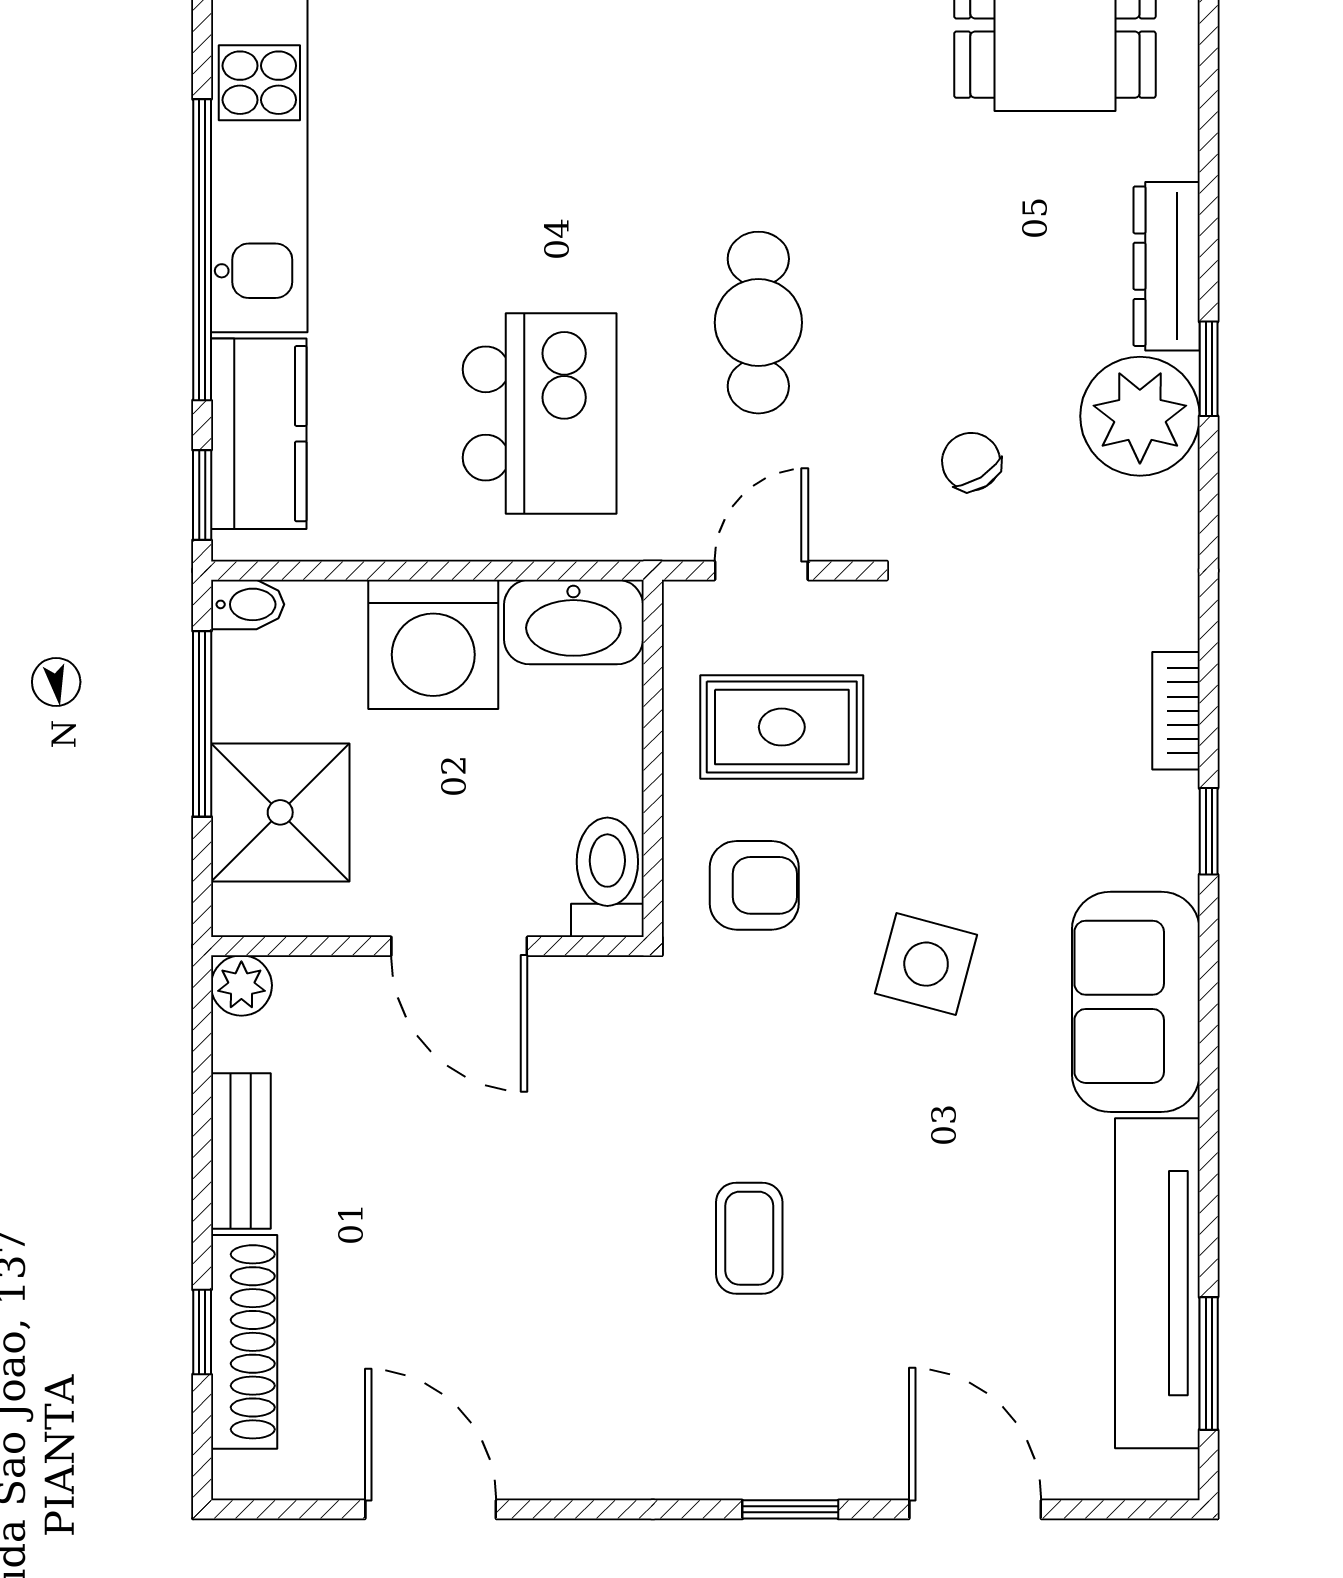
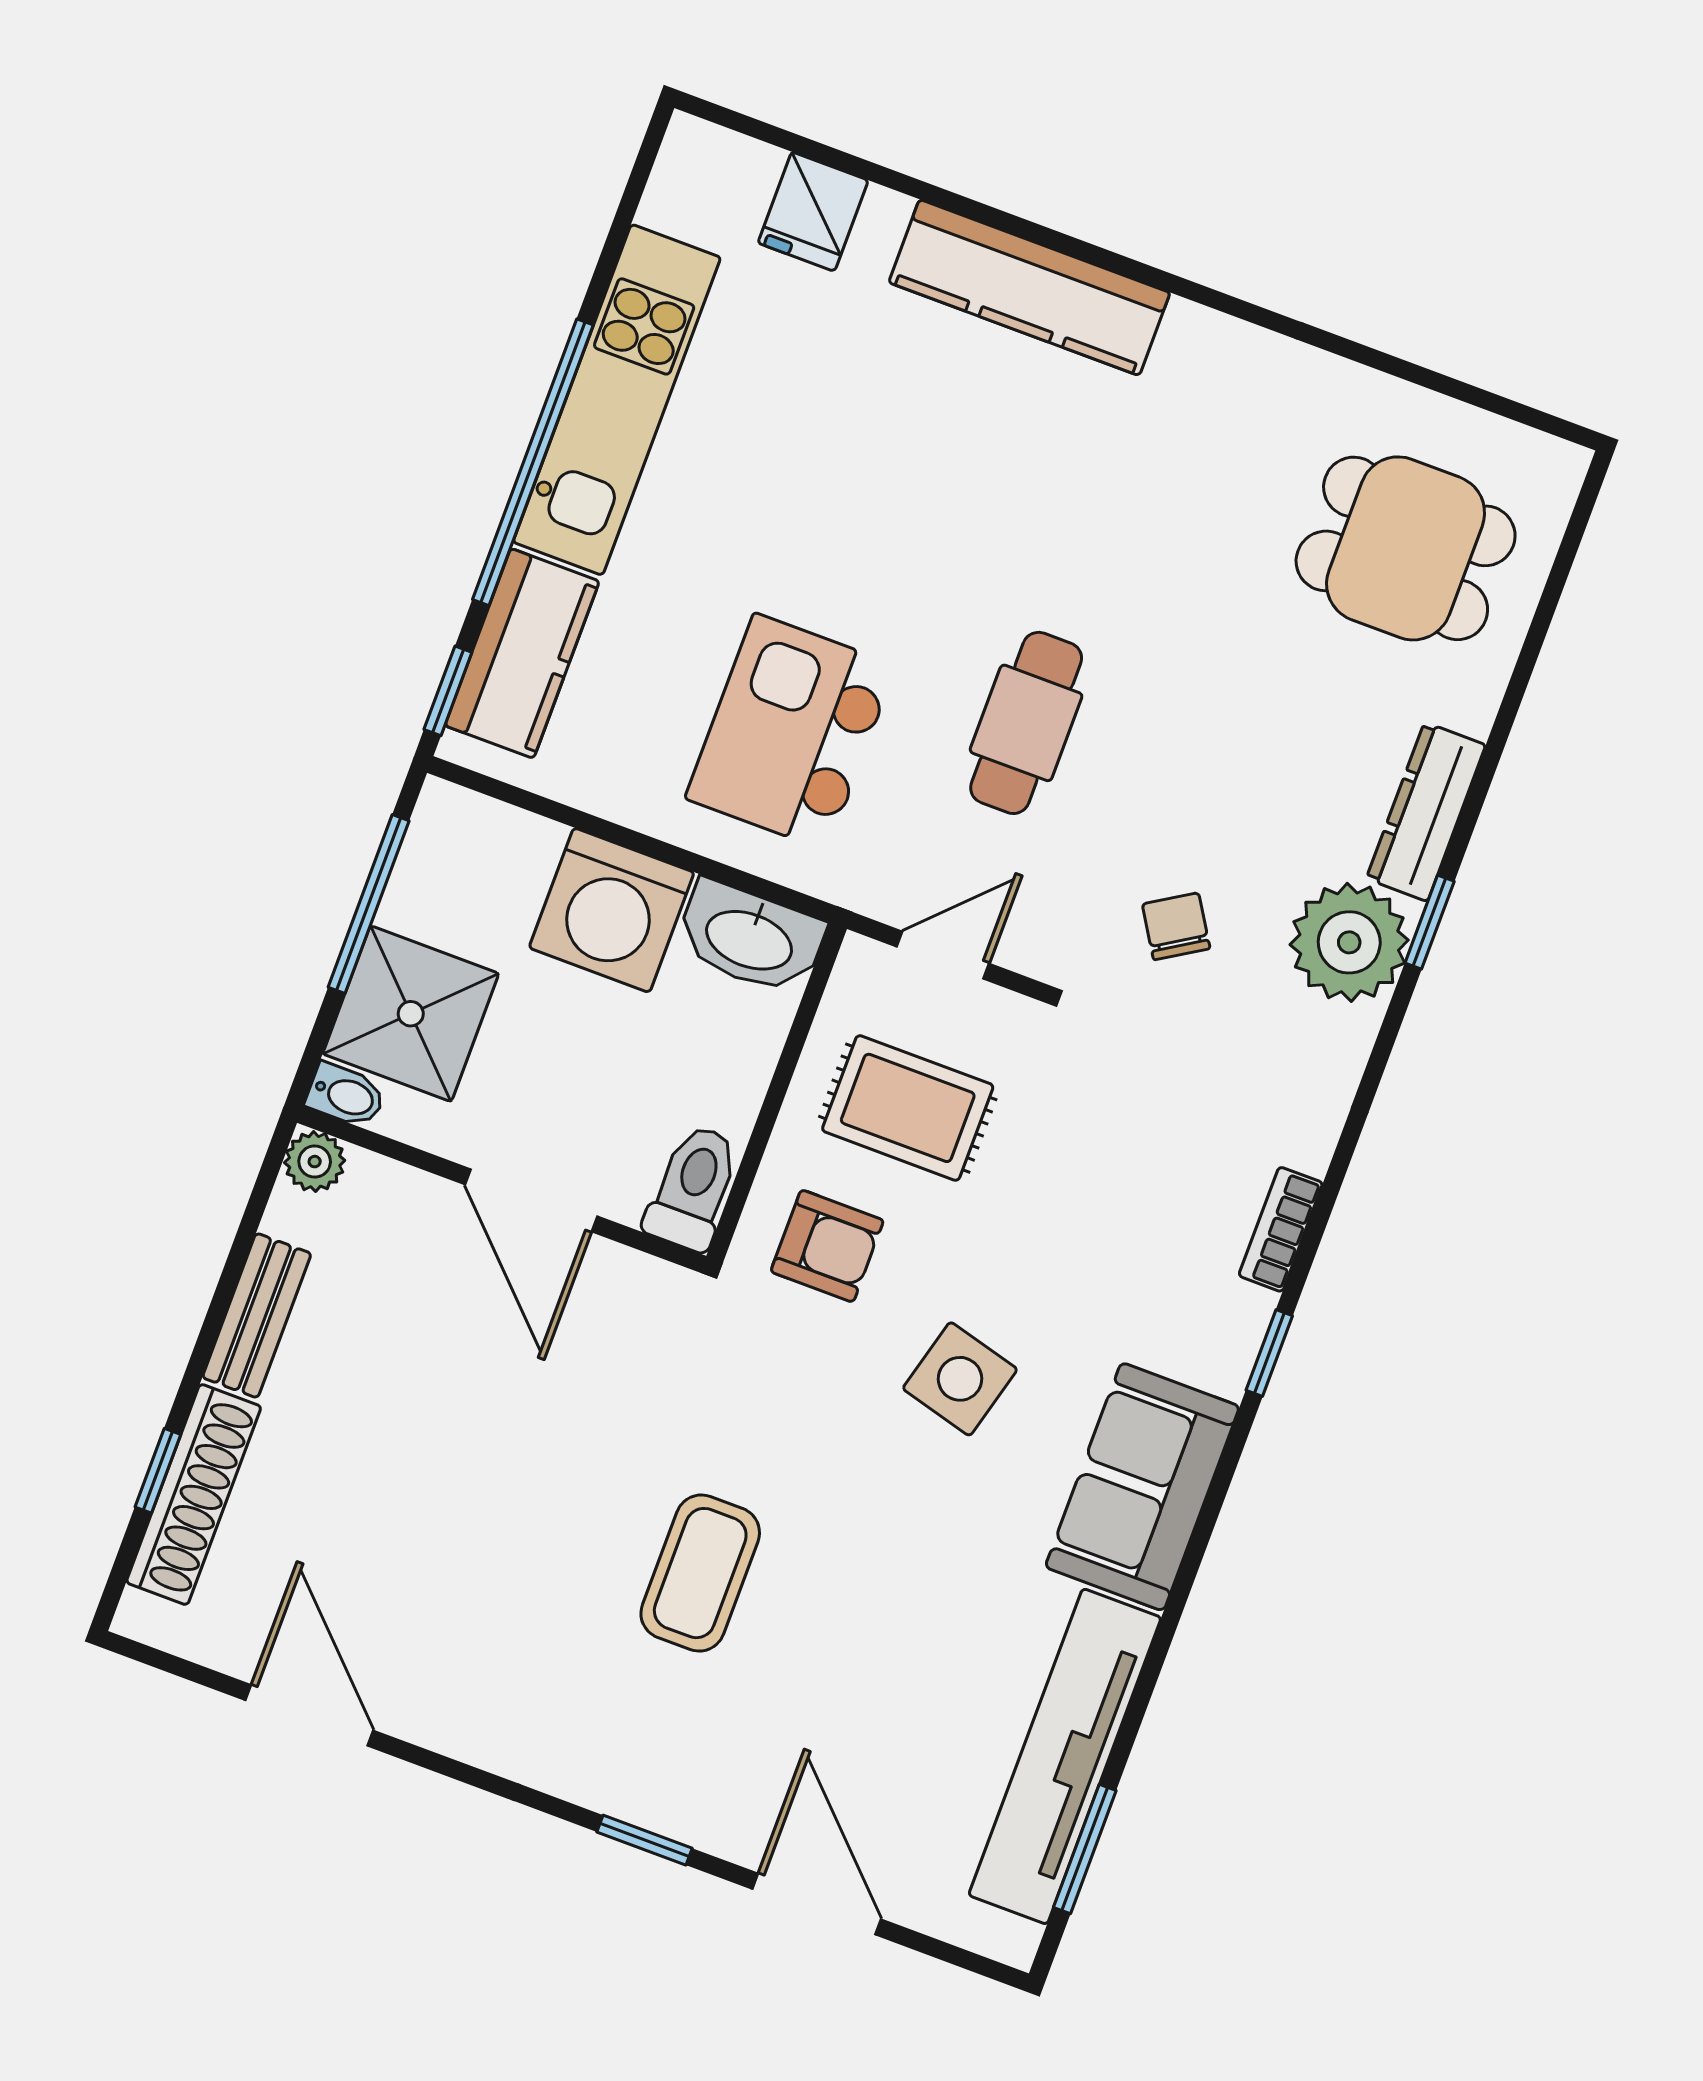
kitchen island: (540, 413) -> (791, 732), turned 180
bidet: (248, 604) -> (346, 1096), moved
coffee table: (749, 1238) -> (700, 1573), width x1.36, depth x1.30

